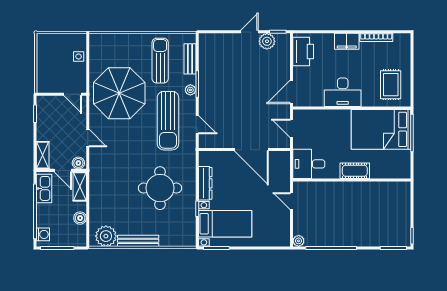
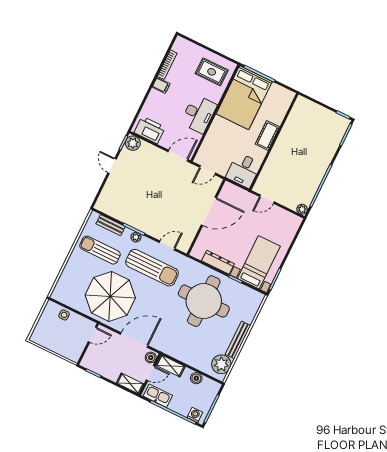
plant: (267, 41) -> (133, 143), moved
filing cabinet: (347, 41) -> (161, 85), width x0.50
door: (291, 92) -> (178, 156), swing flipped
door: (88, 138) -> (134, 340), width x1.88
round table: (160, 188) -> (204, 301), width x1.36, depth x1.36

